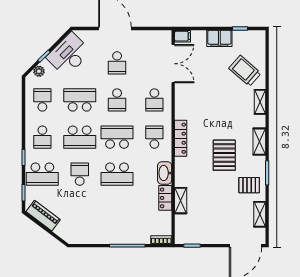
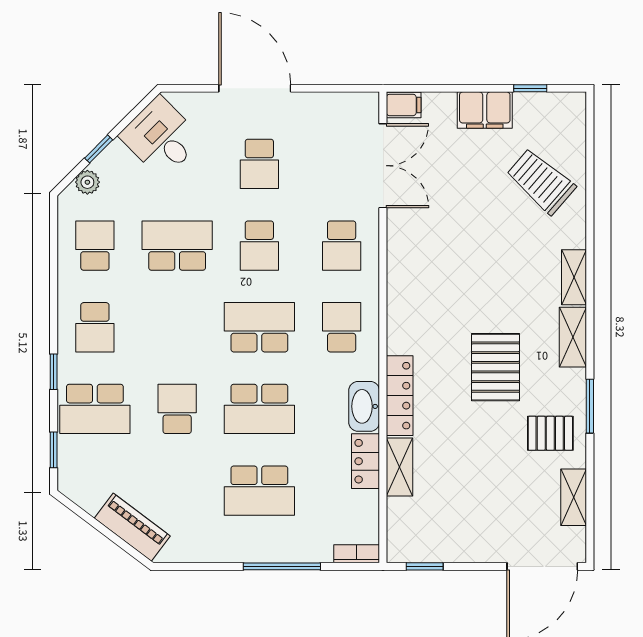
desk: (69, 54) -> (161, 137), width x0.73
shelving: (260, 102) -> (574, 277), moved
school desk: (80, 137) -> (259, 491), moved
locker: (181, 138) -> (400, 396), moved
piano: (43, 216) -> (132, 527), moved

